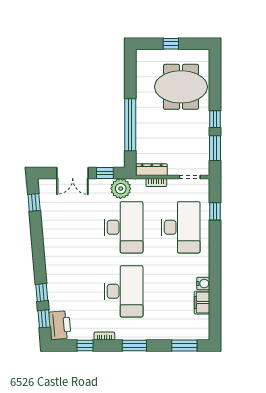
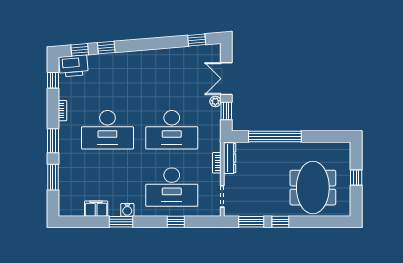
plant: (121, 189) -> (215, 101), moved, width x0.53, depth x0.53
window: (215, 211) -> (176, 222), moved
window: (215, 278) -> (121, 222), added
water cooler: (203, 284) -> (127, 210), moved
window: (85, 345) -> (53, 80), moved
window: (184, 345) -> (53, 177), moved

